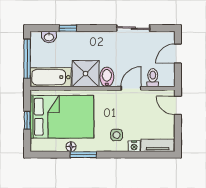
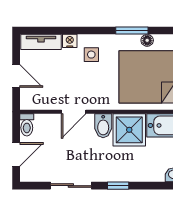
window: (68, 28) -> (118, 186), moved
toilet: (153, 78) -> (27, 125), moved
door: (178, 105) -> (16, 76), moved

